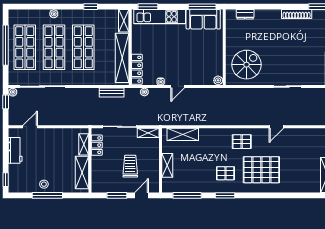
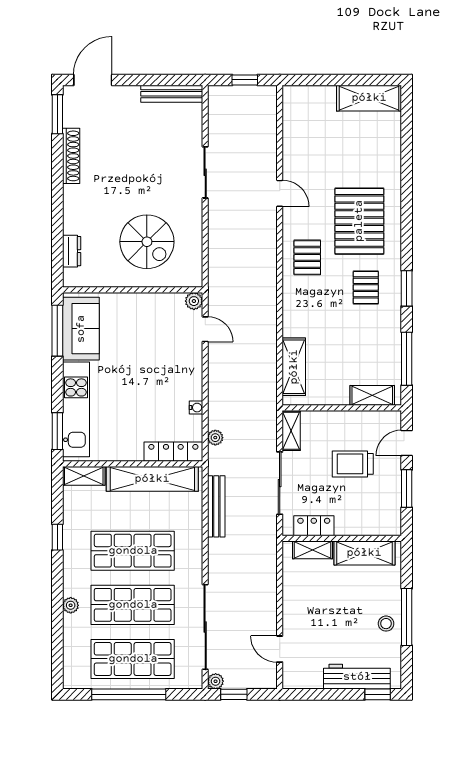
spiral stairs: (247, 65) -> (147, 242), moved, turned 180
door: (178, 86) -> (205, 329), moved
bench: (112, 92) -> (216, 506), width x1.36
workbench: (15, 150) -> (357, 677), moved, width x1.38
shelving: (167, 165) -> (372, 395), moved
door: (141, 195) -> (407, 443), hinge flipped

